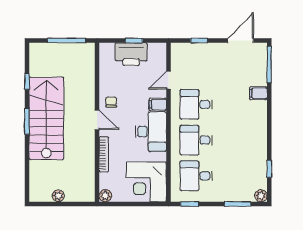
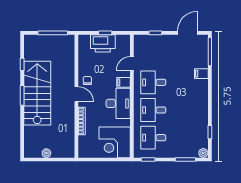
plant: (105, 196) -> (83, 153), removed

